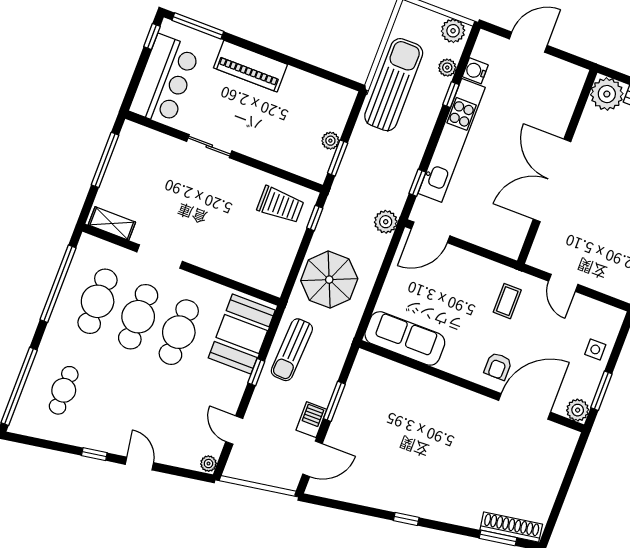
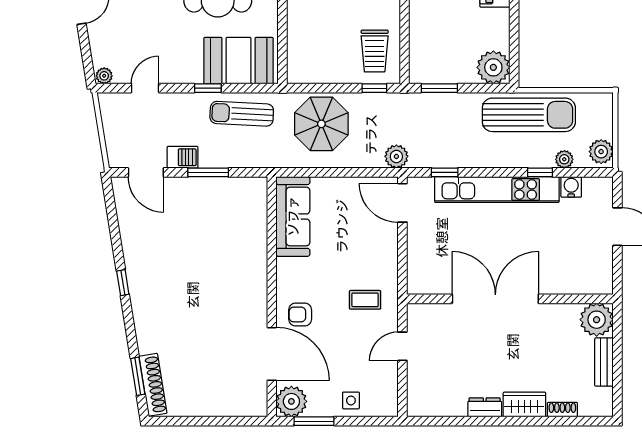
plant: (330, 141) -> (493, 67), moved, width x1.87, depth x1.87
plant: (578, 410) -> (291, 401), width x1.36, depth x1.36

